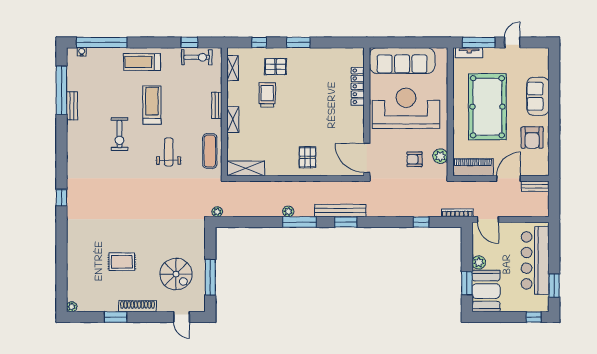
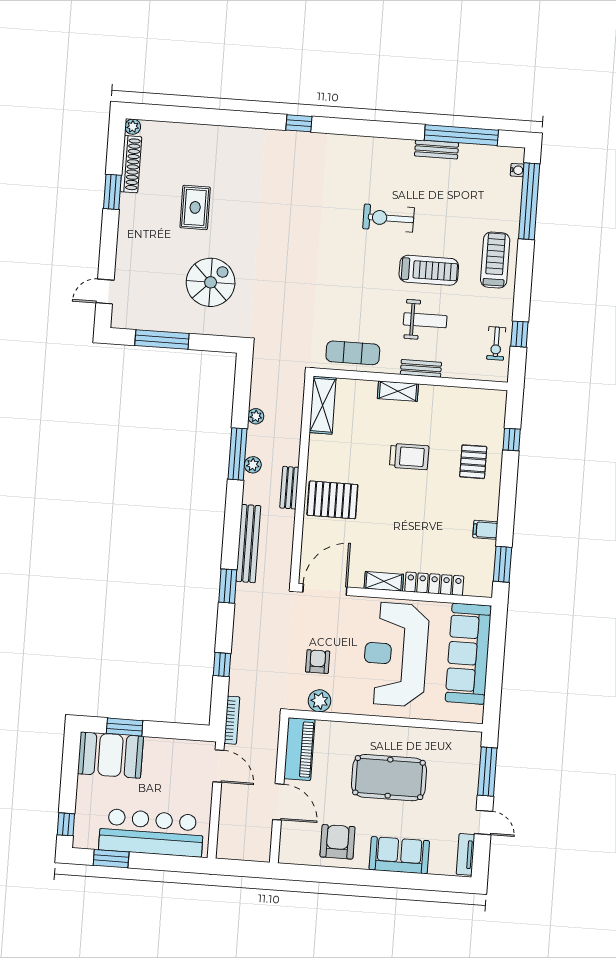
window: (298, 42) -> (503, 564), moved
tv unit: (469, 53) -> (466, 854), moved
filing cabinet: (320, 55) -> (485, 530), added
exercise bike: (197, 57) -> (496, 343), width x0.73, depth x0.72
shelving: (233, 68) -> (384, 581), moved
trolley: (267, 95) -> (409, 457), moved
pool table: (487, 107) -> (389, 778), width x0.73, depth x0.76
reception desk: (406, 108) -> (396, 654), turned 180
armchair: (532, 138) -> (338, 842), turned 90
weight bench: (169, 152) -> (425, 320), moved
pallet: (307, 157) -> (332, 500), width x1.50, depth x1.42
bench: (535, 186) -> (289, 488), moved
plant: (217, 212) -> (256, 416), moved
door: (488, 219) -> (218, 766), swing flipped
window: (300, 222) -> (237, 454), moved
window: (346, 222) -> (228, 586), moved
plant: (479, 262) -> (154, 747), removed
spiral stairs: (176, 274) -> (211, 282), moved, turned 180
shoe rack: (137, 306) -> (131, 164), moved

